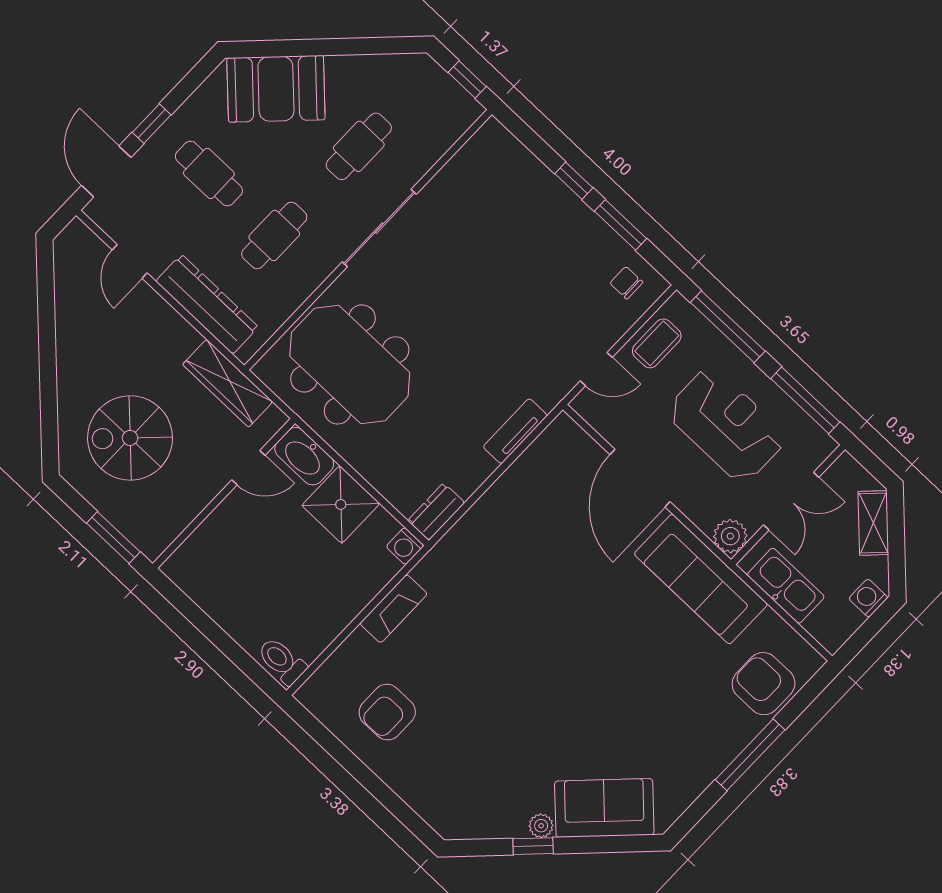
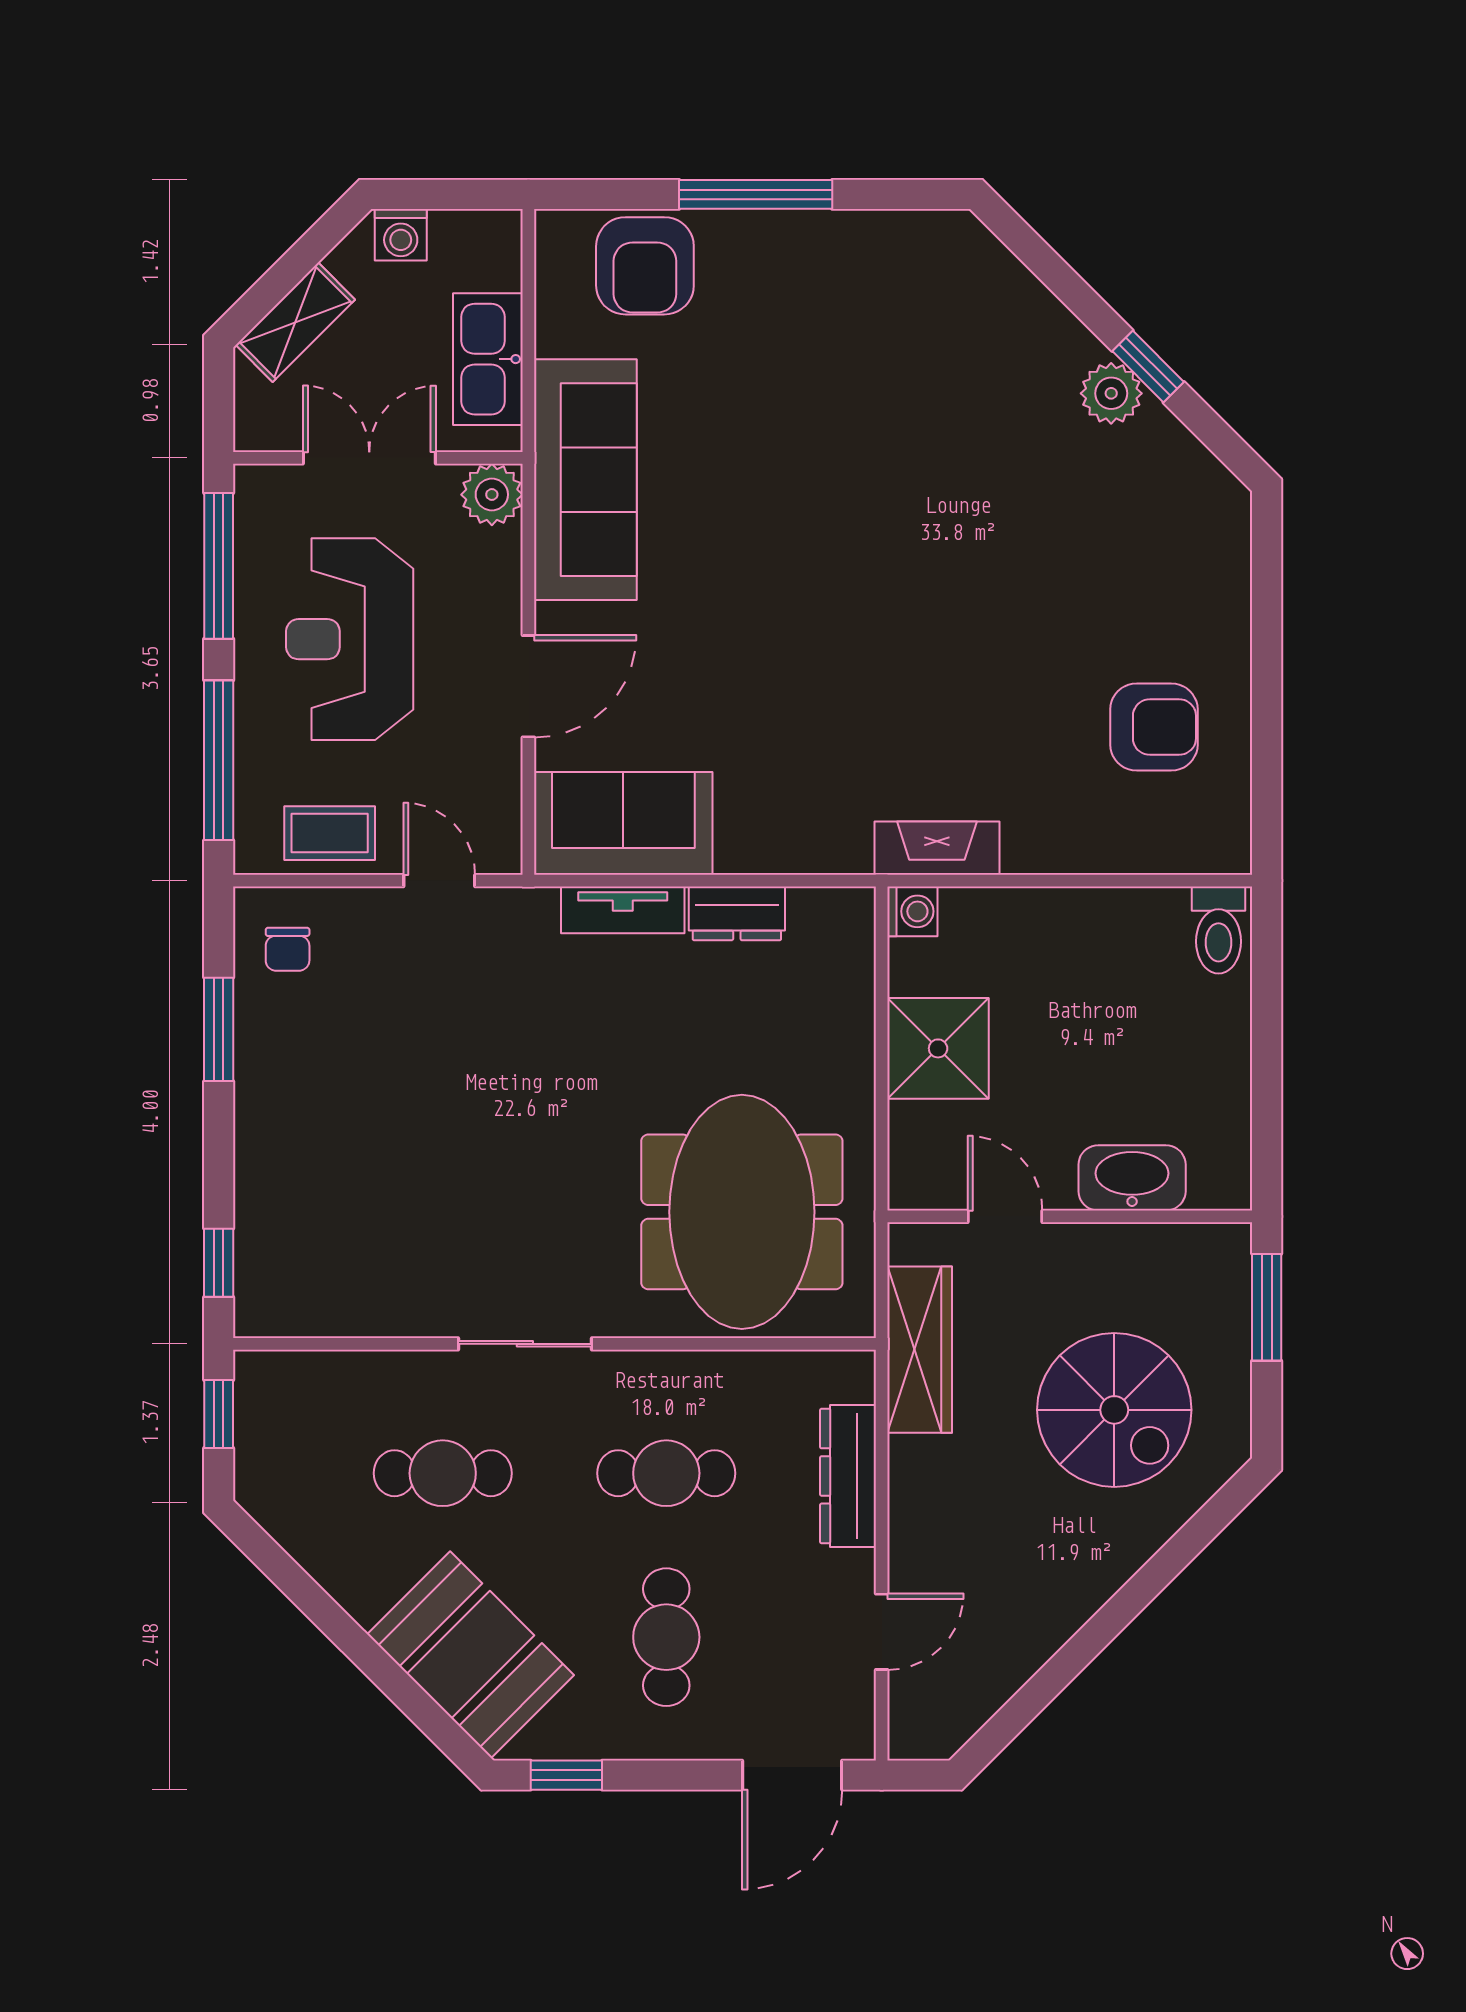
window: (152, 124) -> (566, 1775), moved
window: (574, 181) -> (219, 1263), moved
sliding door: (379, 228) -> (525, 1344), width x0.73
dresser: (207, 304) -> (848, 1476), width x0.73, depth x0.80
washbasin: (304, 456) -> (1132, 1178), moved, turned -90
door: (640, 478) -> (528, 686), width x0.73
dresser: (436, 512) -> (737, 913), moved
fireplace: (394, 609) -> (937, 848), moved
sofa: (604, 808) -> (623, 823), moved, turned 135
plant: (541, 826) -> (1111, 393), width x1.38, depth x1.38

